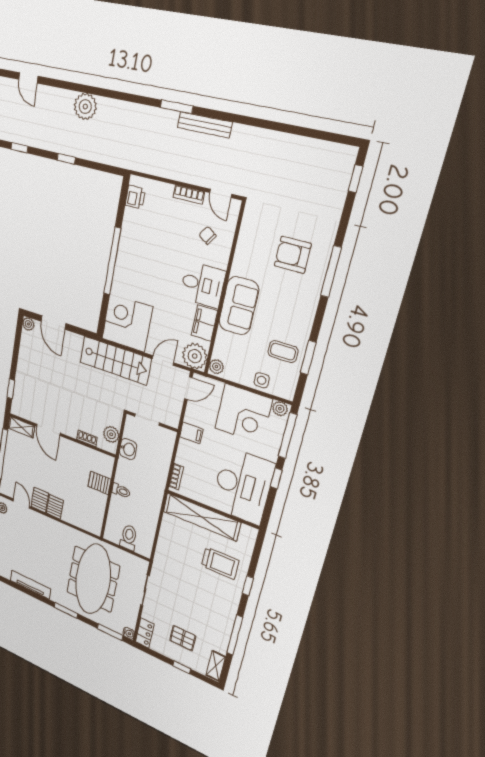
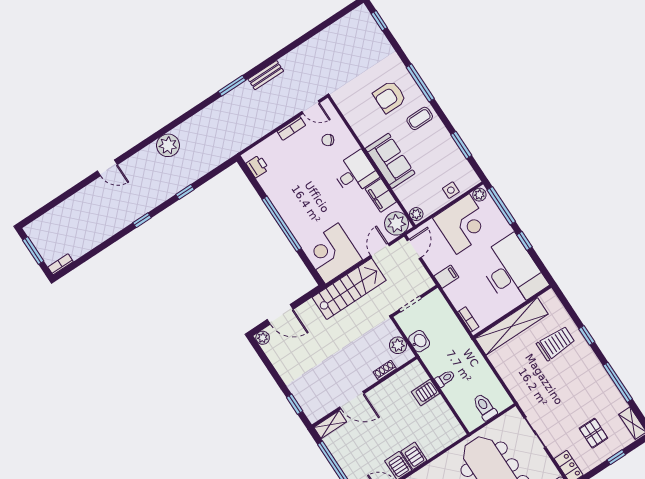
bench: (205, 125) -> (266, 75), width x0.73
coffee table: (283, 352) -> (420, 118), moved
pallet: (183, 638) -> (593, 433), turned 90

